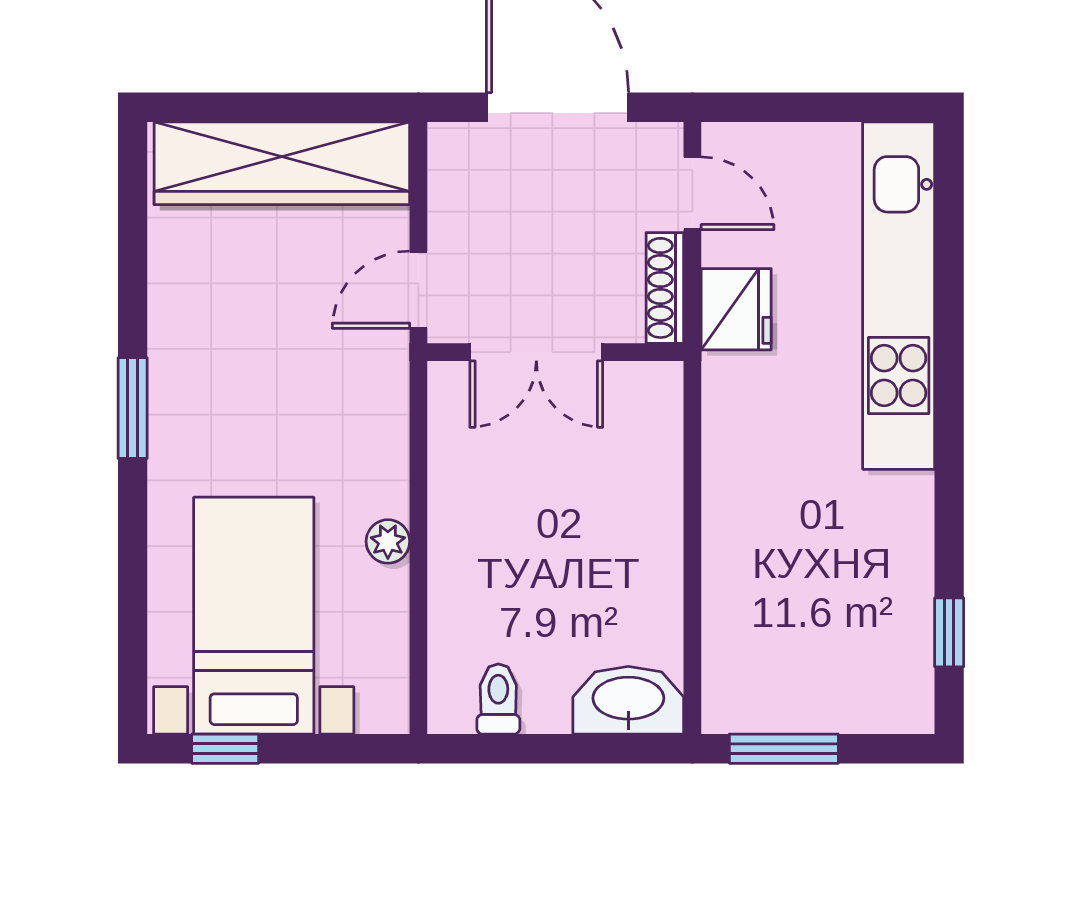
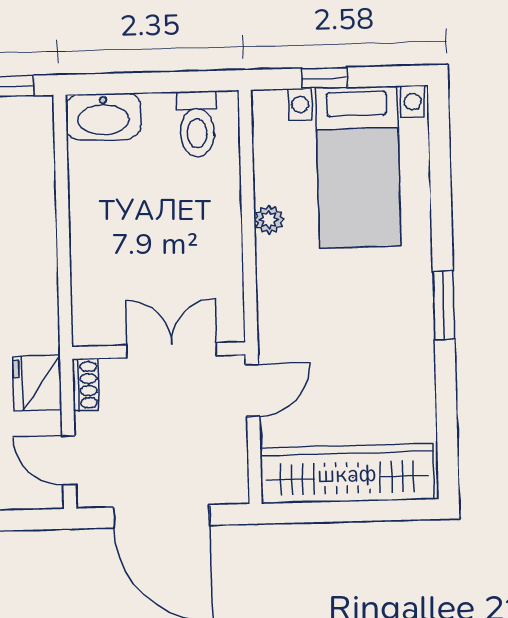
shoe rack: (665, 288) -> (86, 385), width x0.70
toilet: (498, 699) -> (197, 124), width x1.37, depth x1.39
window: (225, 749) -> (324, 78), moved

